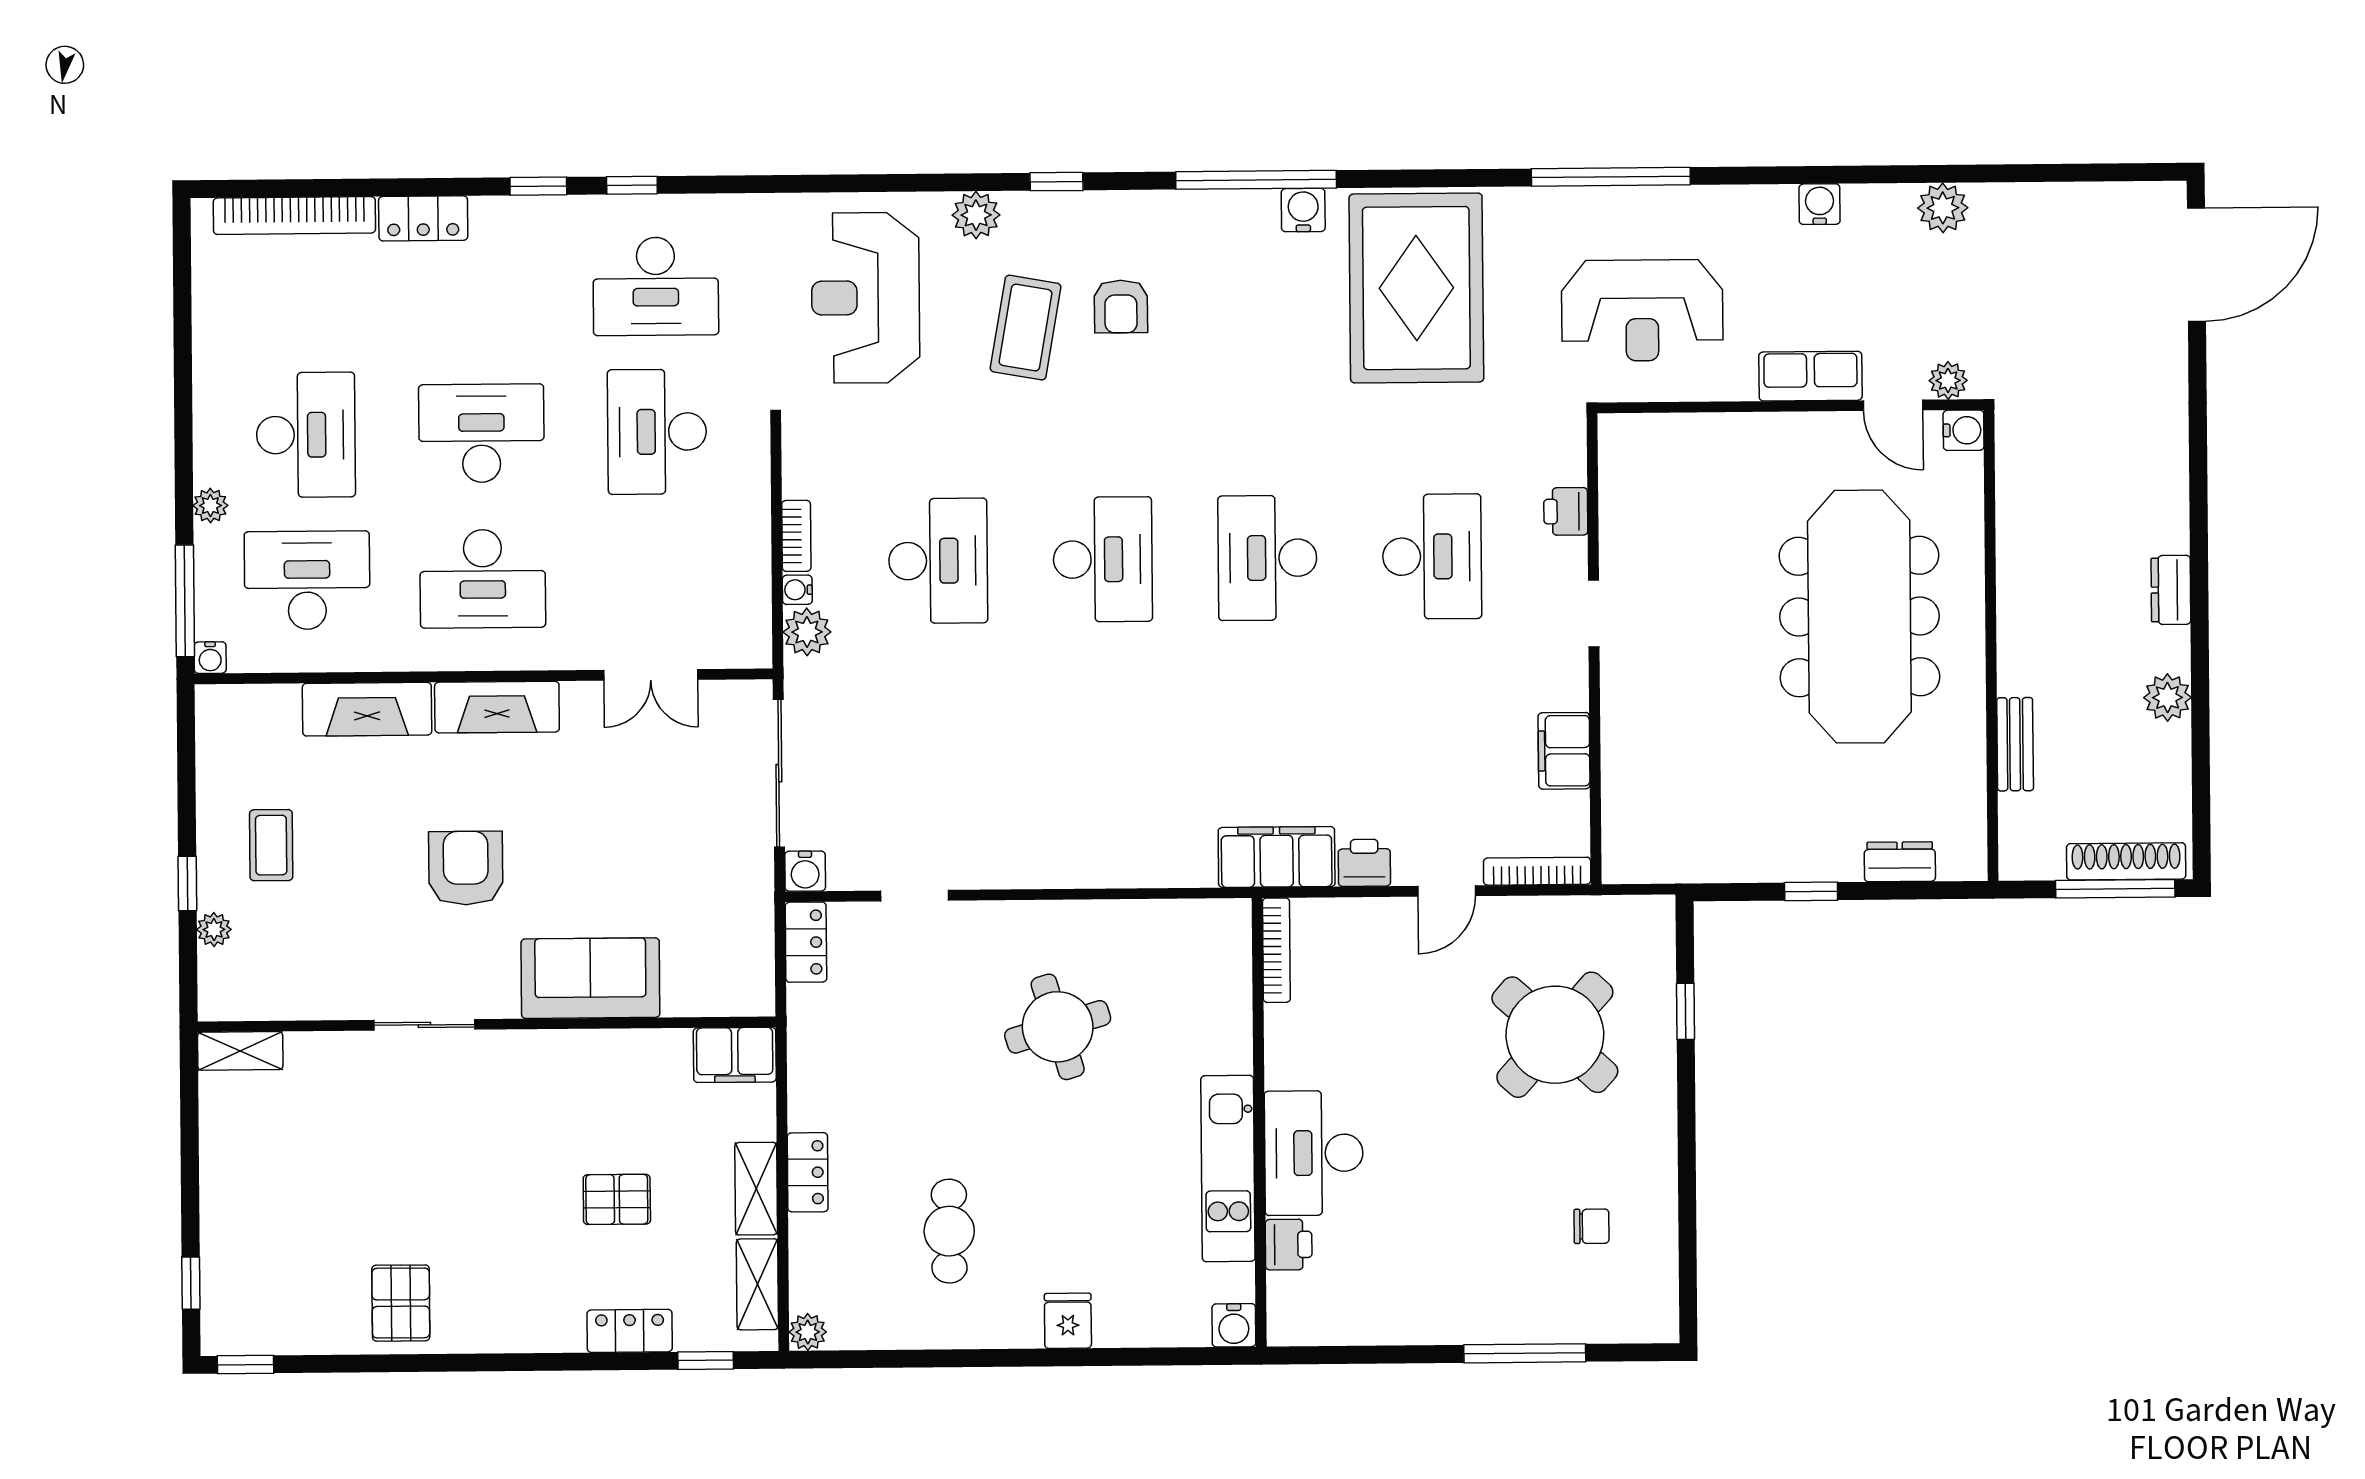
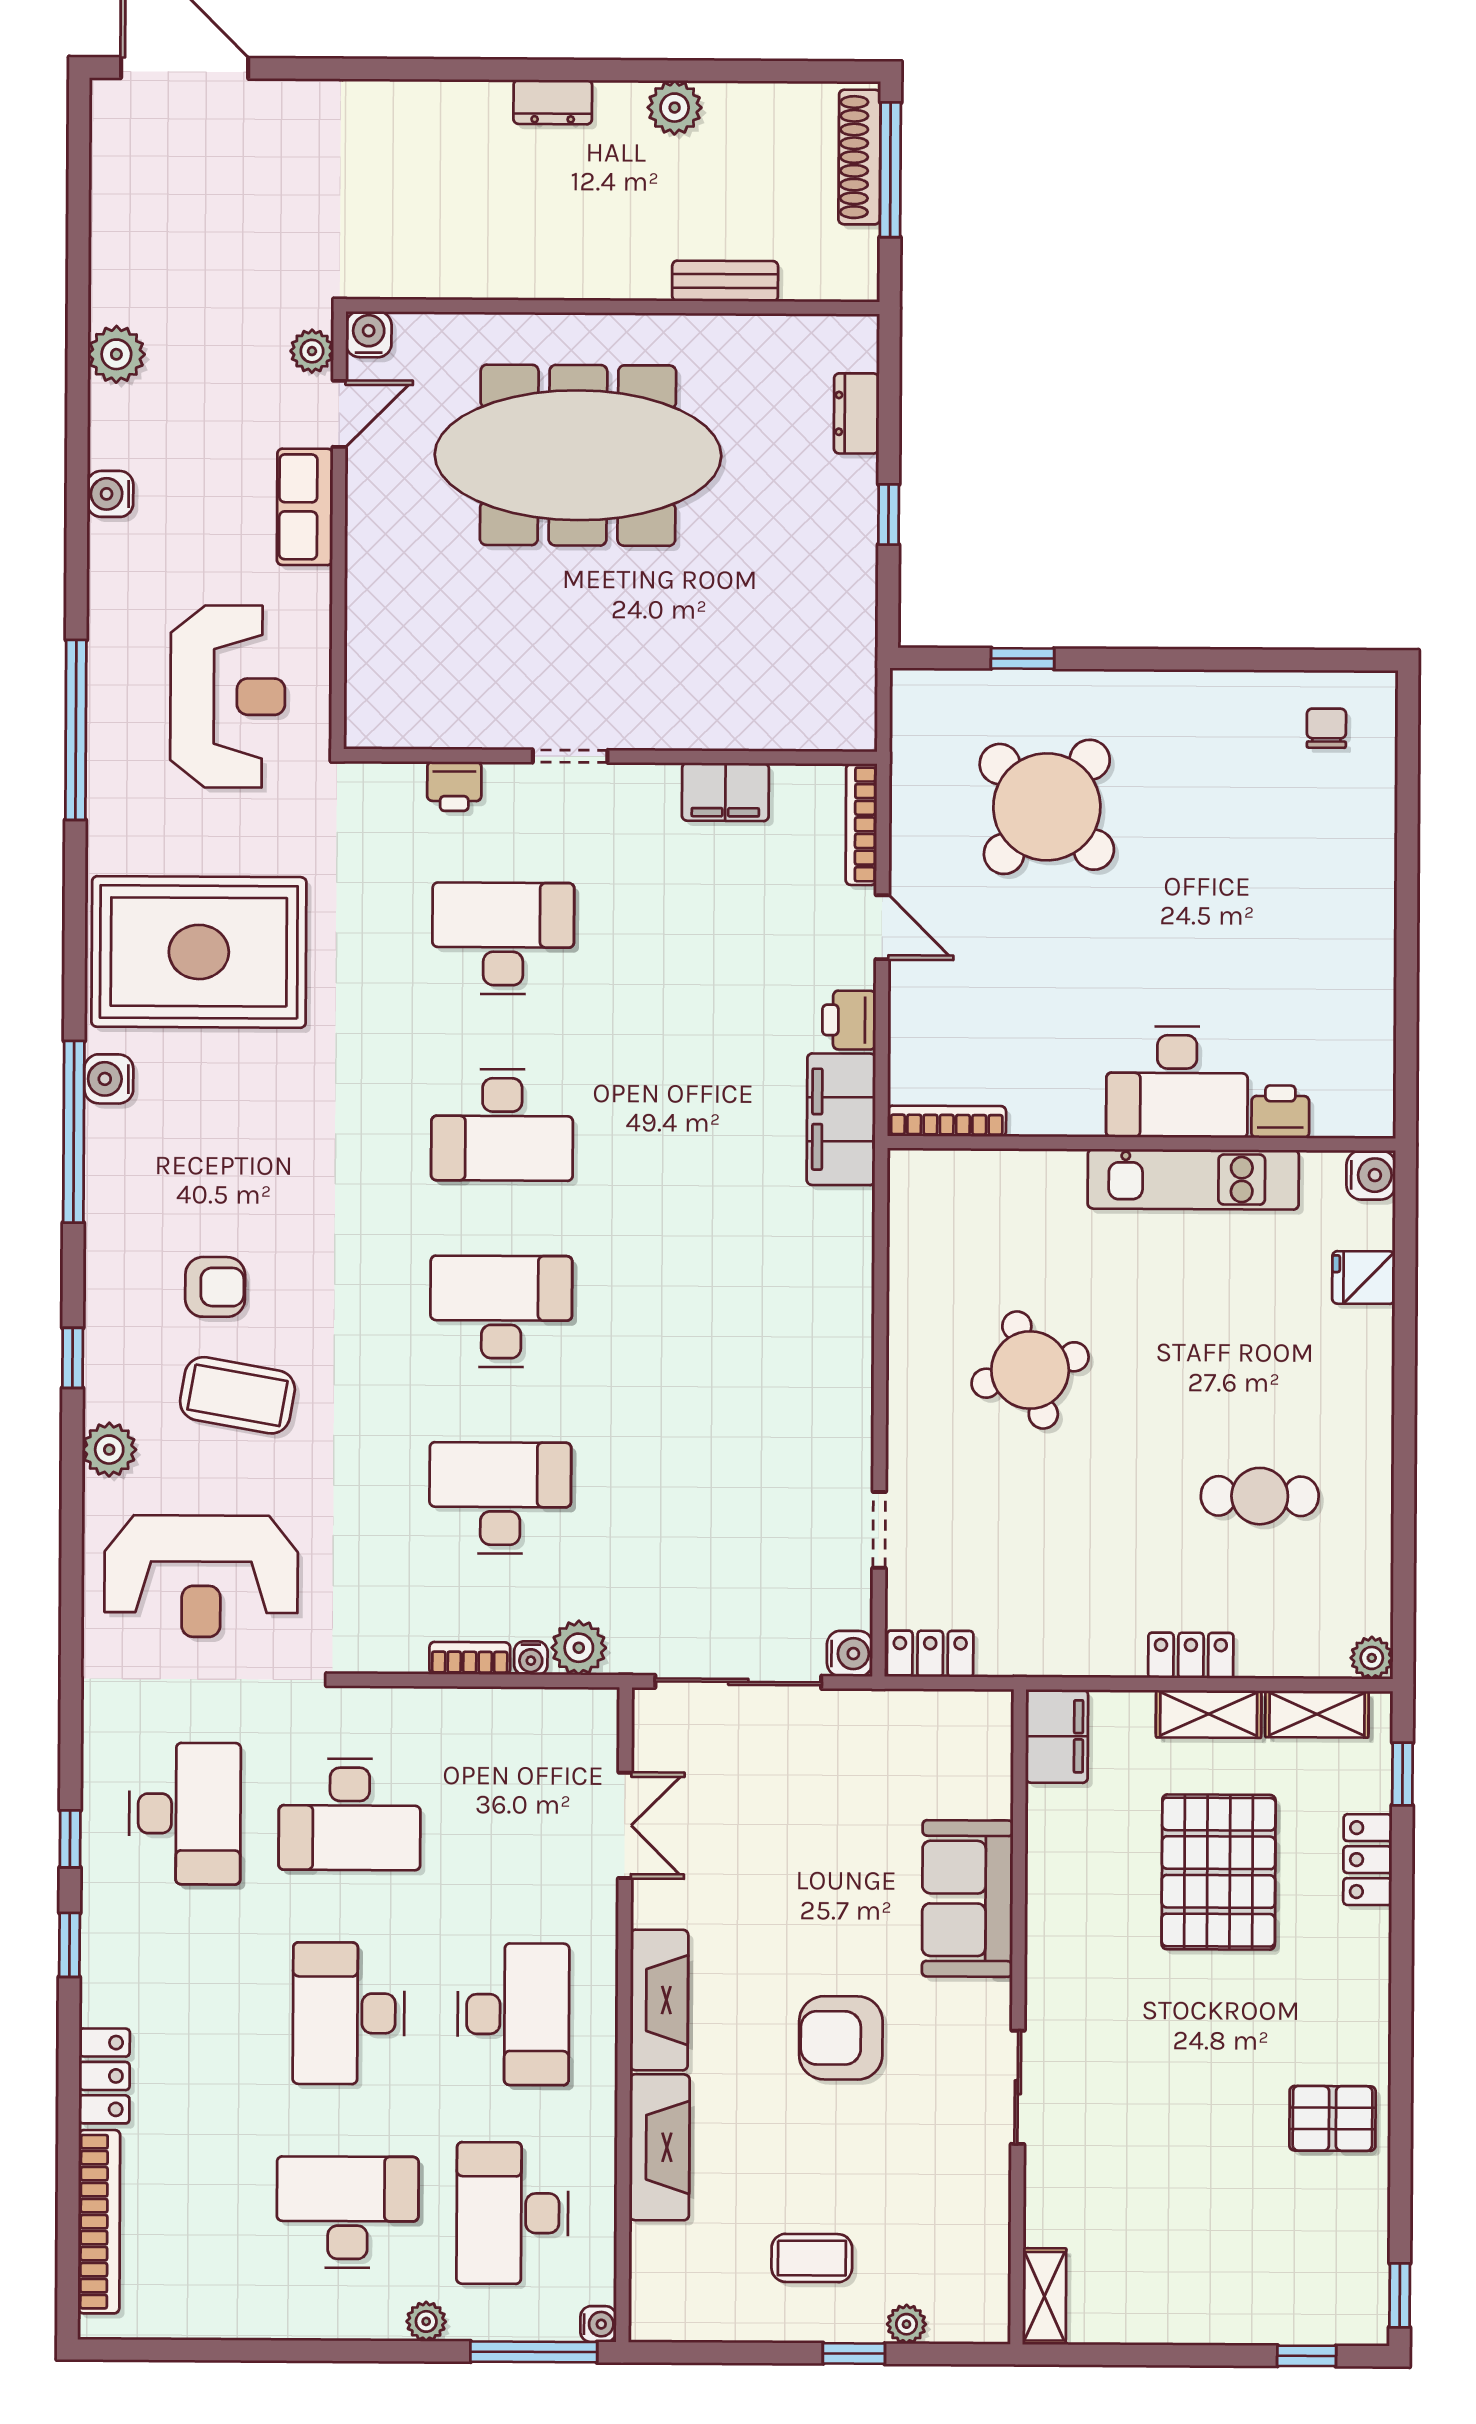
pallet: (617, 1199) -> (1219, 1872), width x2.05, depth x2.00
chair: (1592, 1226) -> (1326, 728), moved
fridge: (1068, 1321) -> (1364, 1277), moved
window: (1525, 1353) -> (1407, 846), removed

